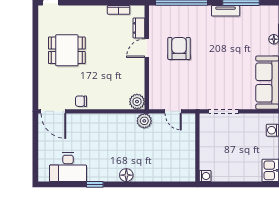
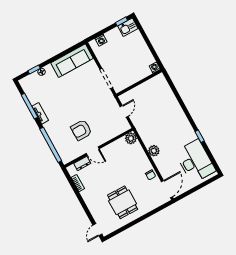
plant: (144, 121) -> (154, 151), moved
desk: (68, 167) -> (195, 161), width x1.36, depth x1.30
floor lamp: (126, 175) -> (182, 119), removed

